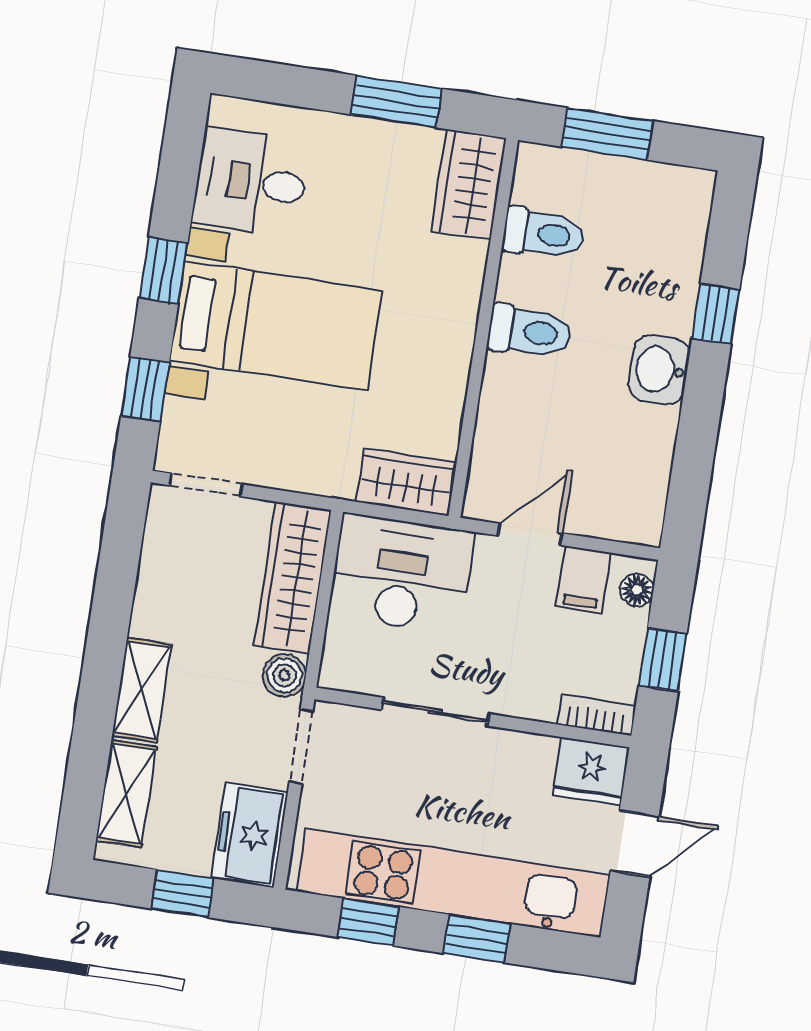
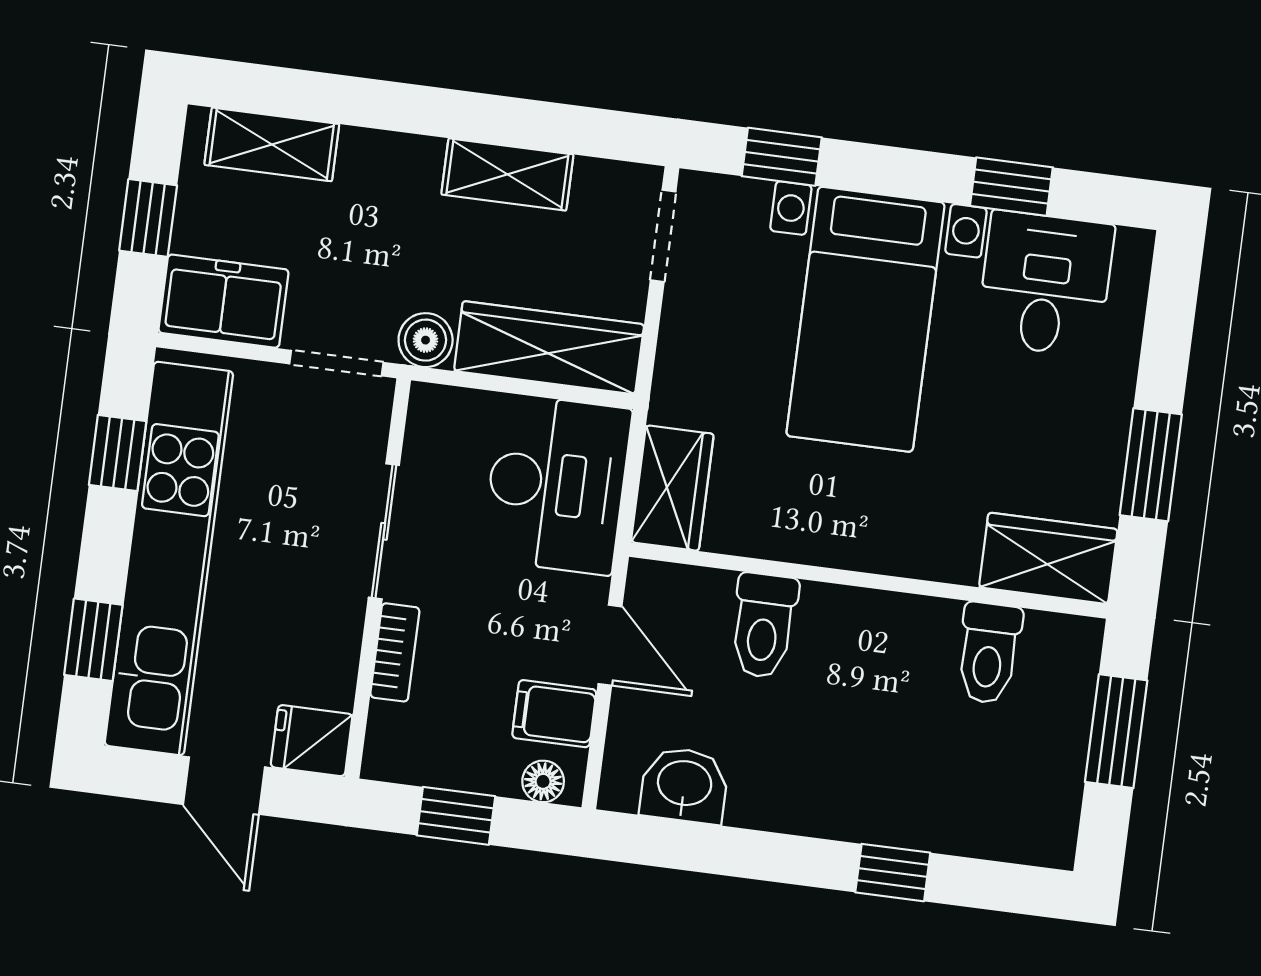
window: (163, 270) -> (1011, 187), moved
toilet: (530, 331) -> (764, 626), moved
washbasin: (659, 370) -> (684, 785), moved
shelving: (142, 690) -> (507, 174), moved
bookcase: (596, 715) -> (395, 652), moved
fridge: (591, 772) -> (312, 741), width x0.72
window: (477, 939) -> (93, 640), moved

